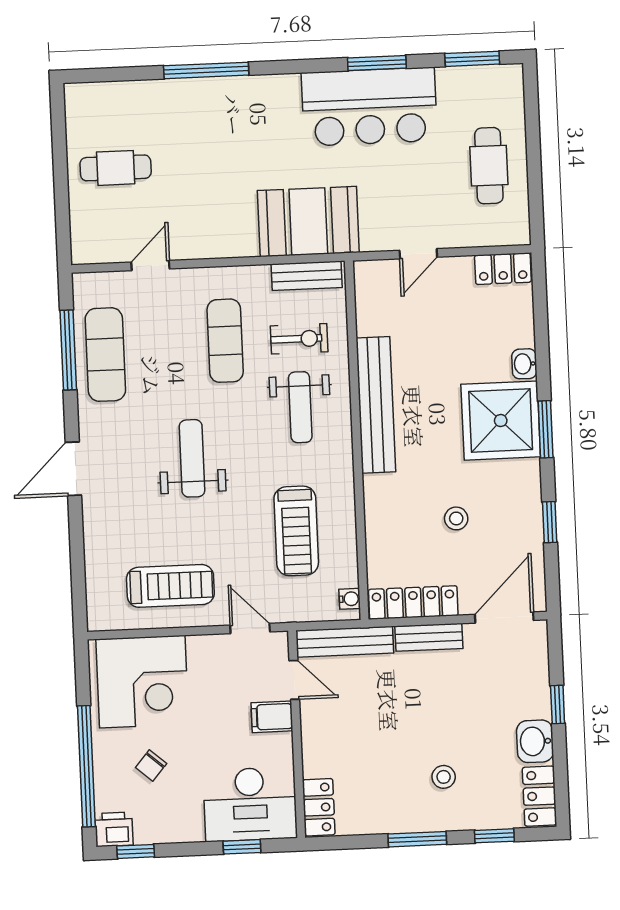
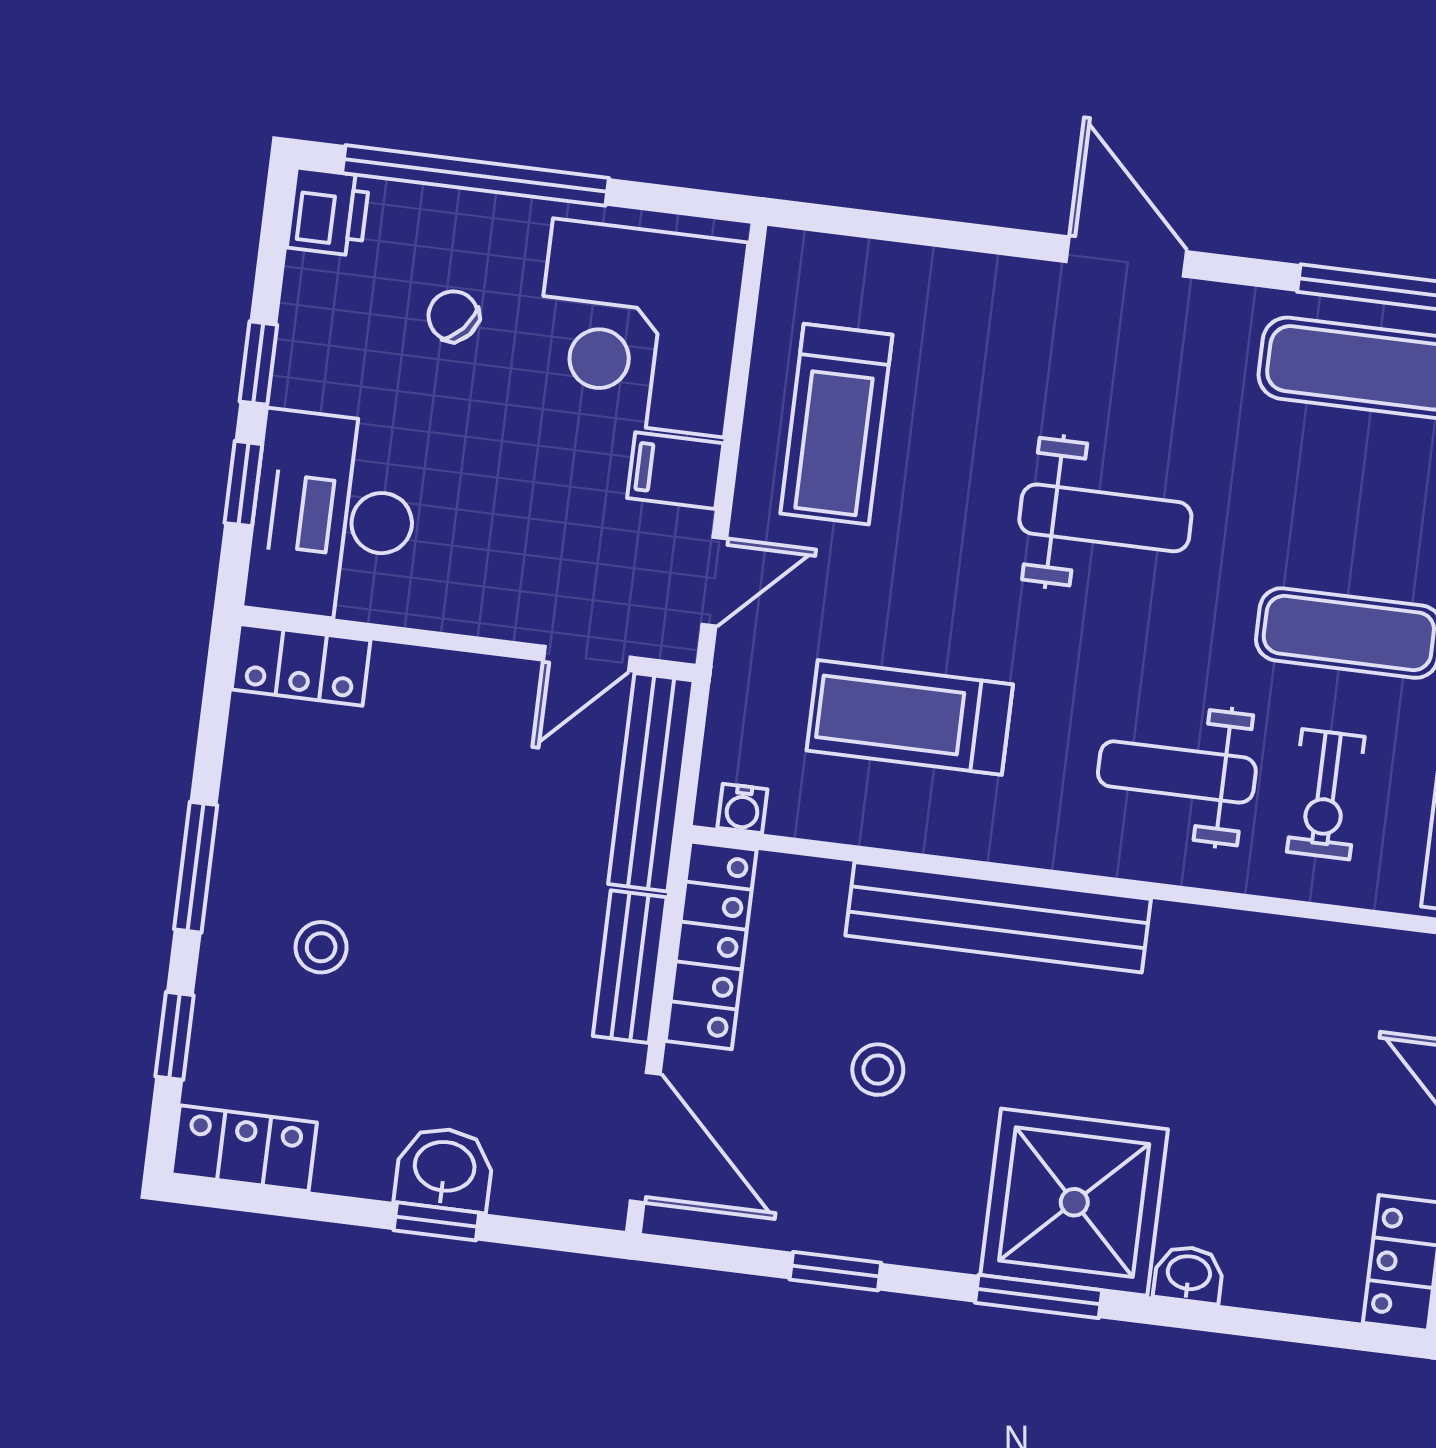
bench: (376, 405) -> (998, 917), moved
filing cabinet: (272, 717) -> (675, 471), moved, turned -90
washbasin: (535, 741) -> (444, 1169), moved
window: (136, 851) -> (258, 363), moved

